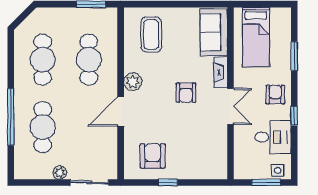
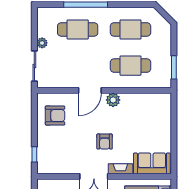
coffee table: (151, 35) -> (150, 114), removed
armchair: (186, 93) -> (105, 142), turned -90
door: (121, 112) -> (90, 90), swing flipped
window: (168, 183) -> (34, 154), moved

